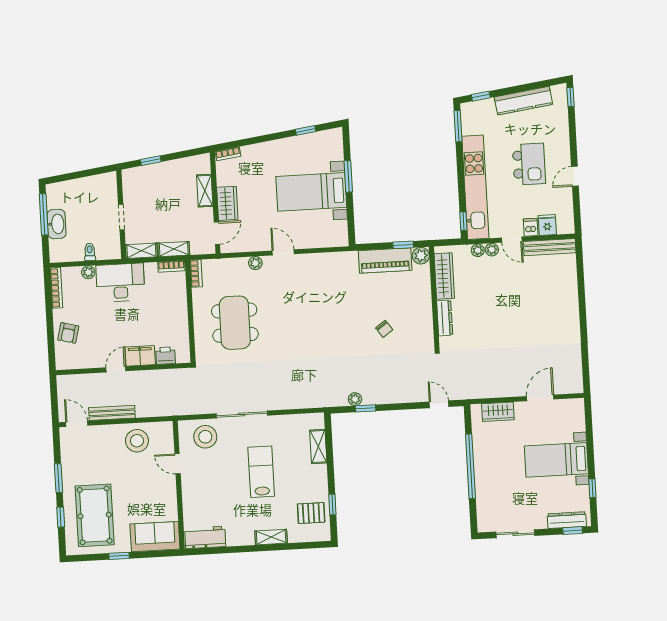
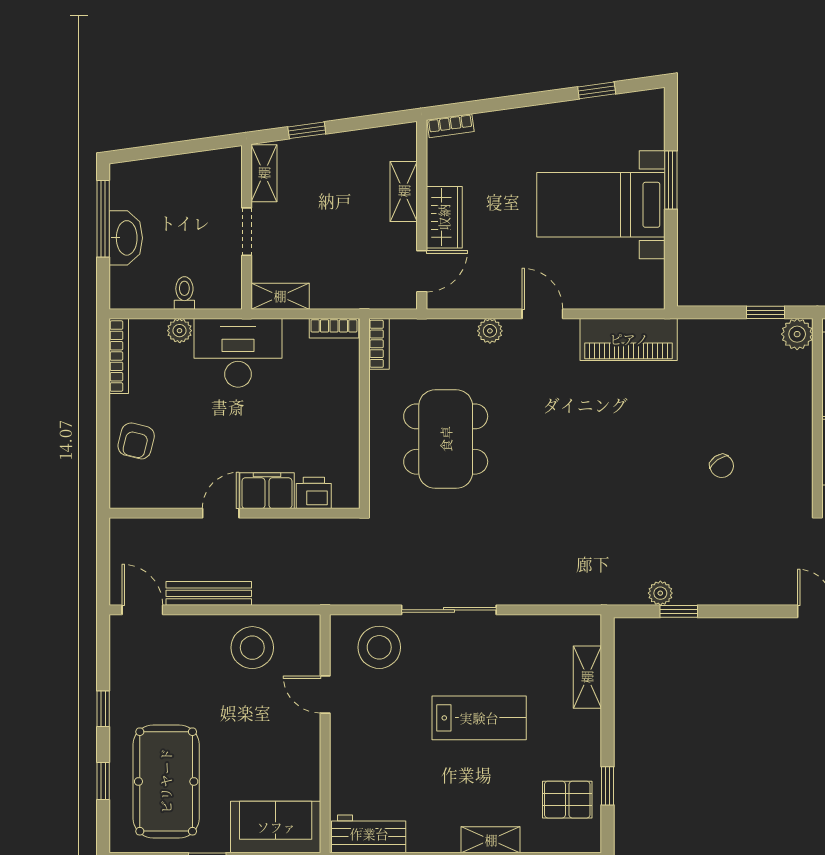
shelving: (174, 249) -> (264, 173), moved, turned 90
piano: (385, 260) -> (629, 339), moved
lab bench: (261, 472) -> (479, 718), turned 90
window: (59, 478) -> (103, 709), width x0.67

